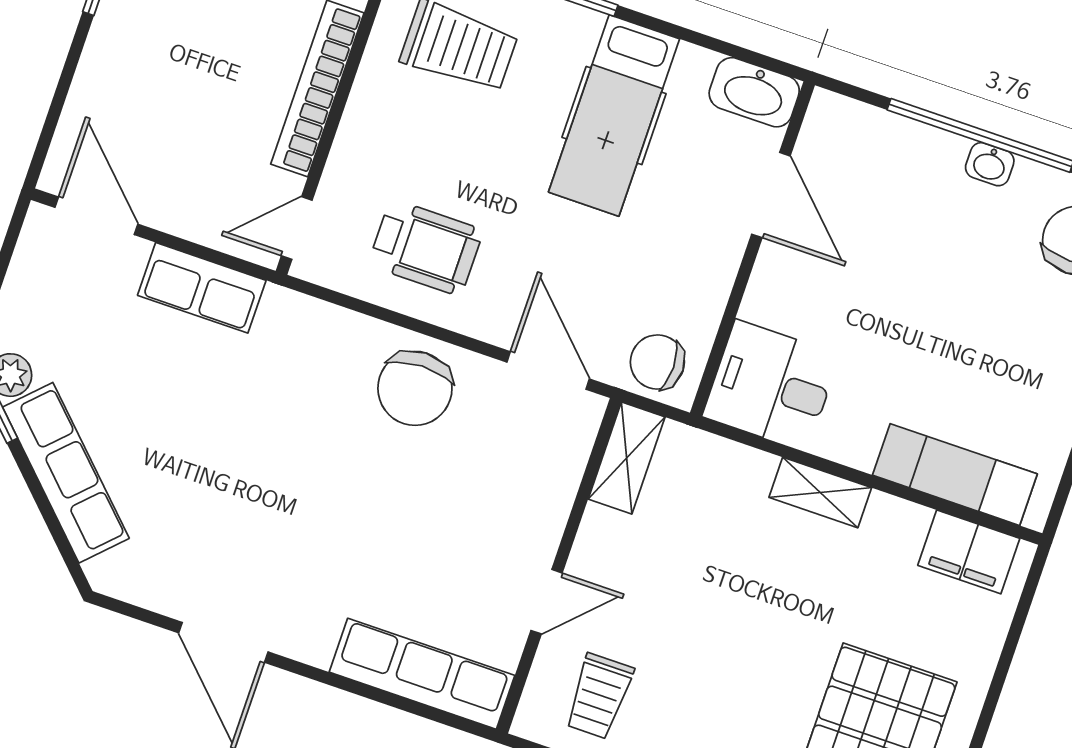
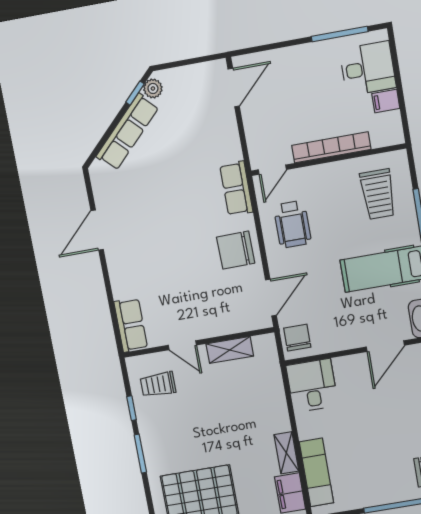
door: (297, 228) -> (272, 170), swing flipped
row of seats: (202, 288) -> (236, 189), moved
shelving: (627, 458) -> (230, 350), moved
shelving: (820, 492) -> (286, 453), moved
row of seats: (422, 674) -> (131, 325), width x0.68

